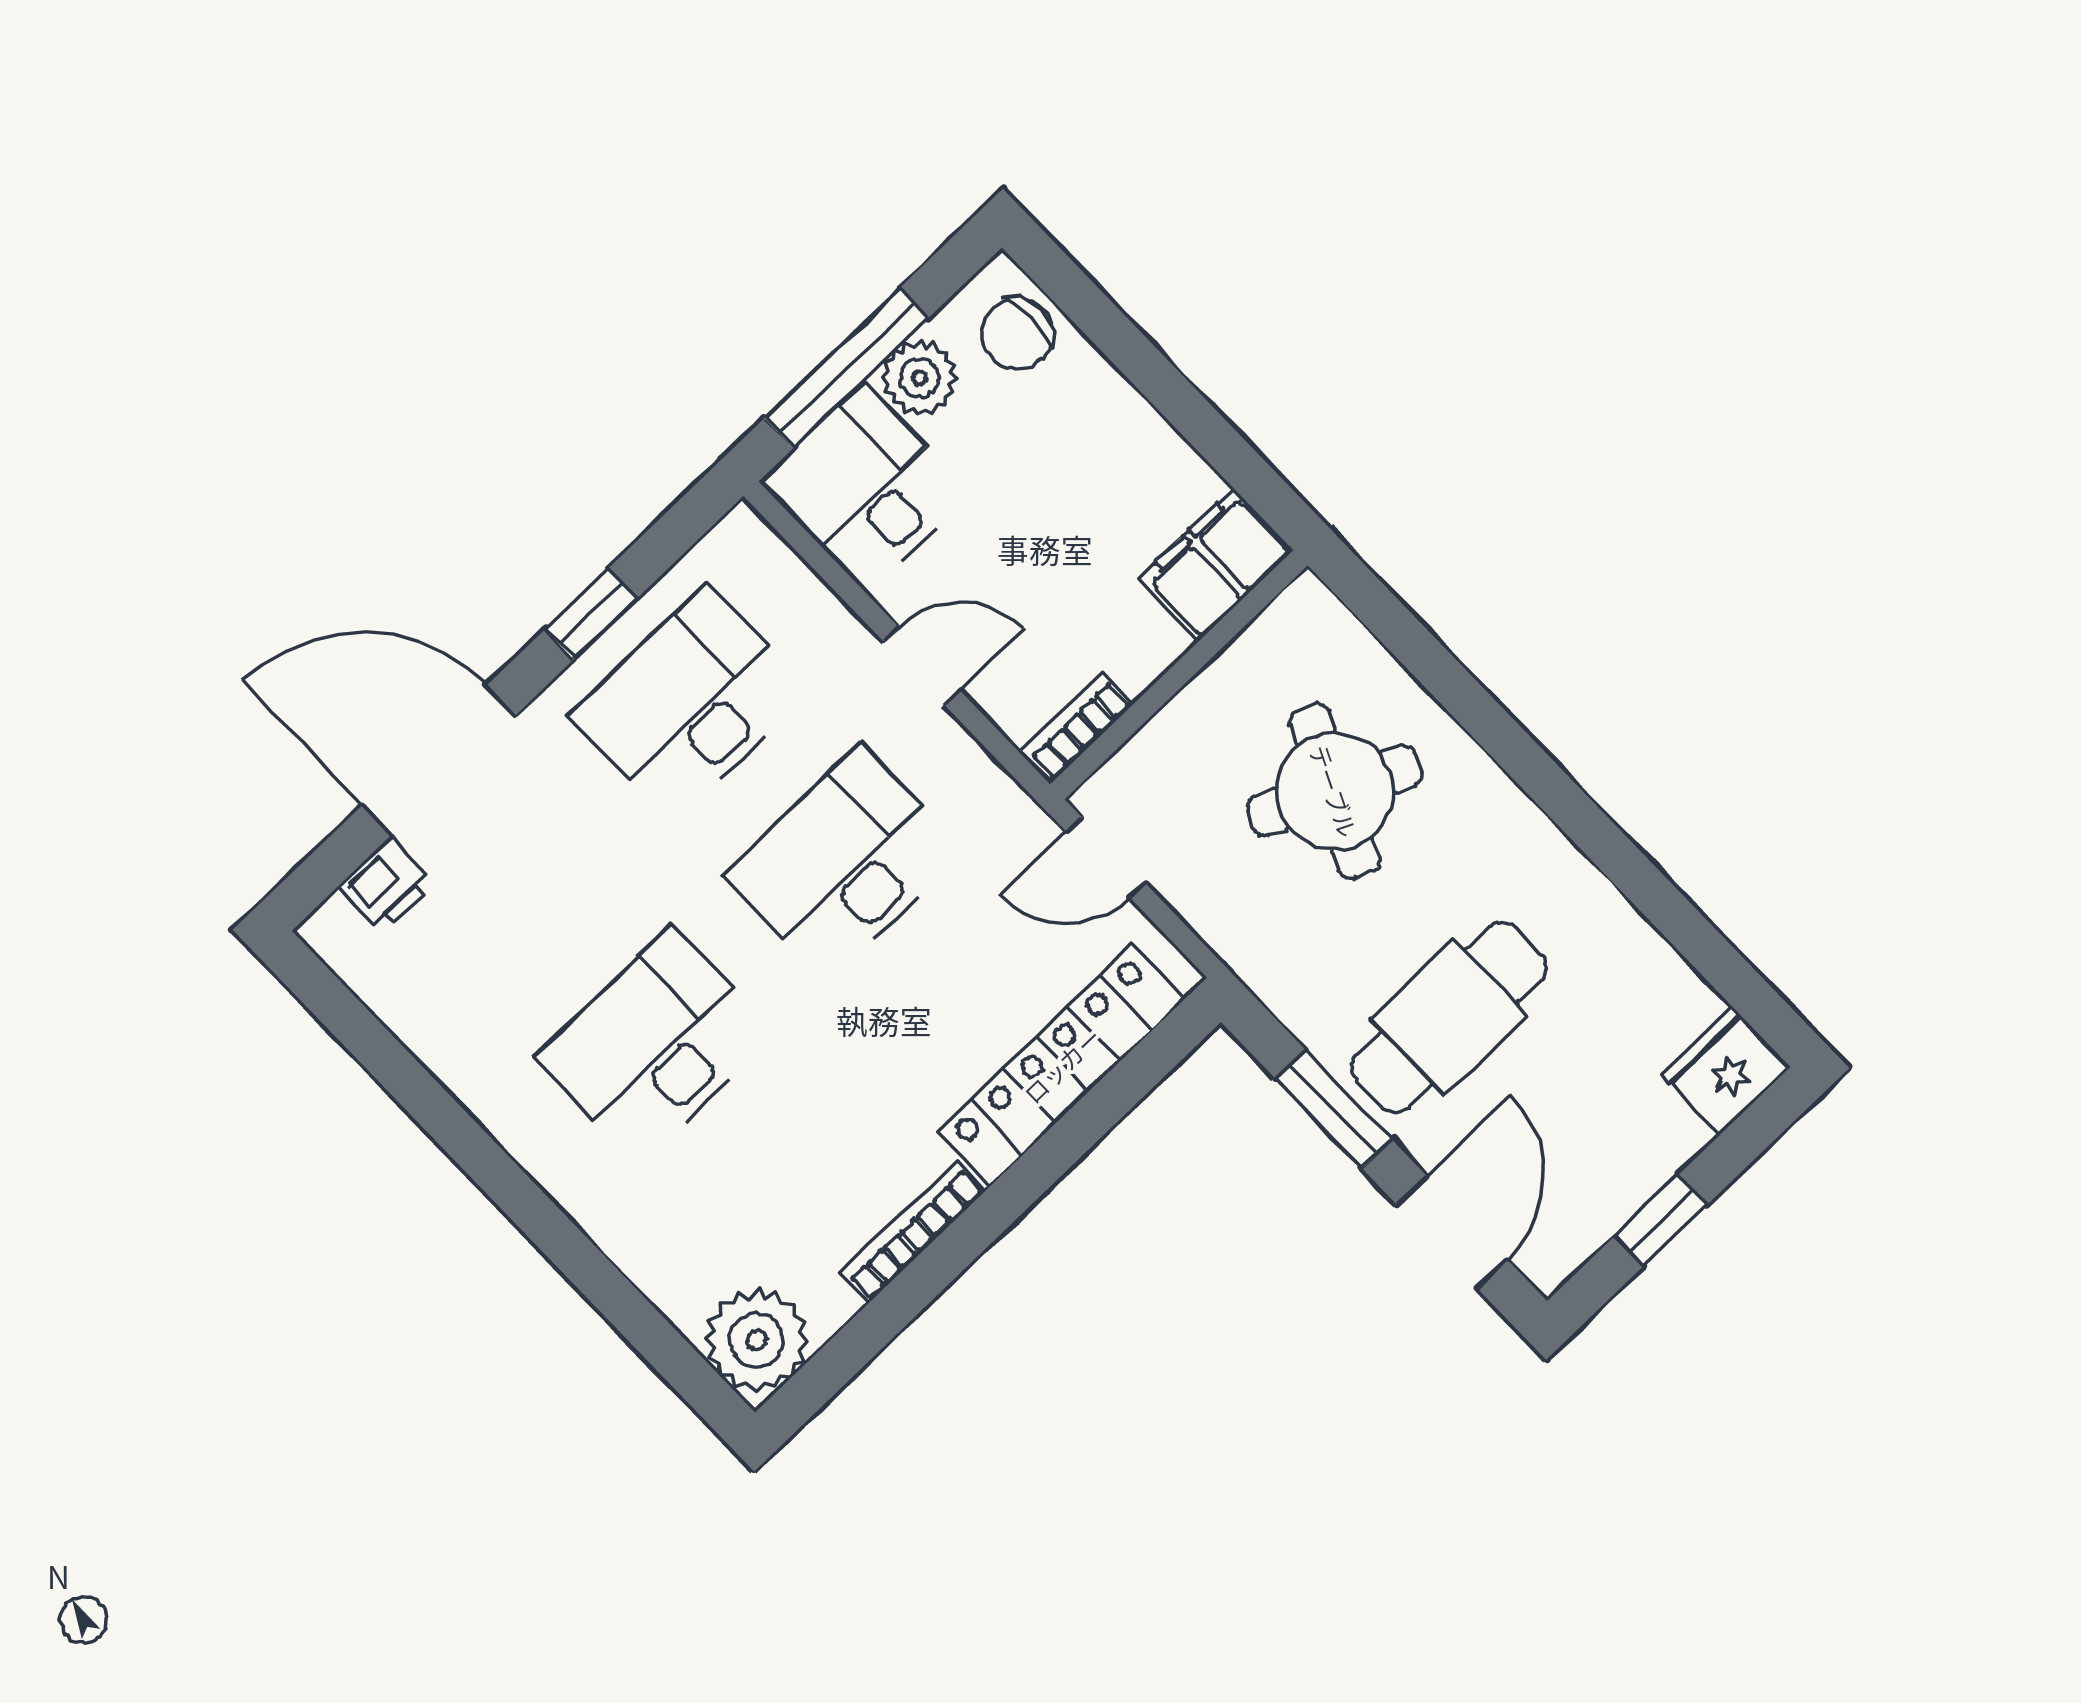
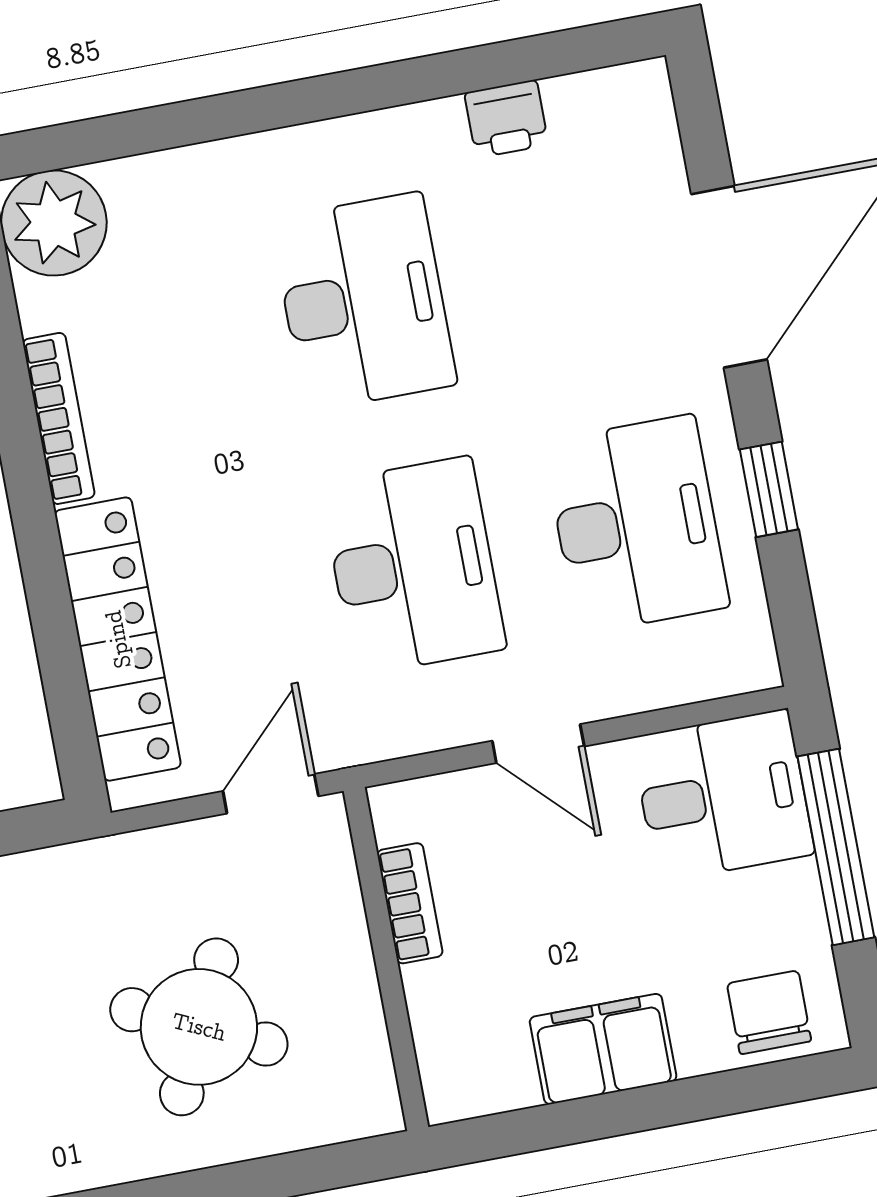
plant: (920, 378) -> (786, 904), removed
filing cabinet: (1216, 564) -> (603, 1049), moved, turned -90
door: (922, 666) -> (538, 744), hinge flipped
bookcase: (1077, 727) -> (410, 903), moved
printer: (387, 885) -> (506, 119), moved, turned -90

